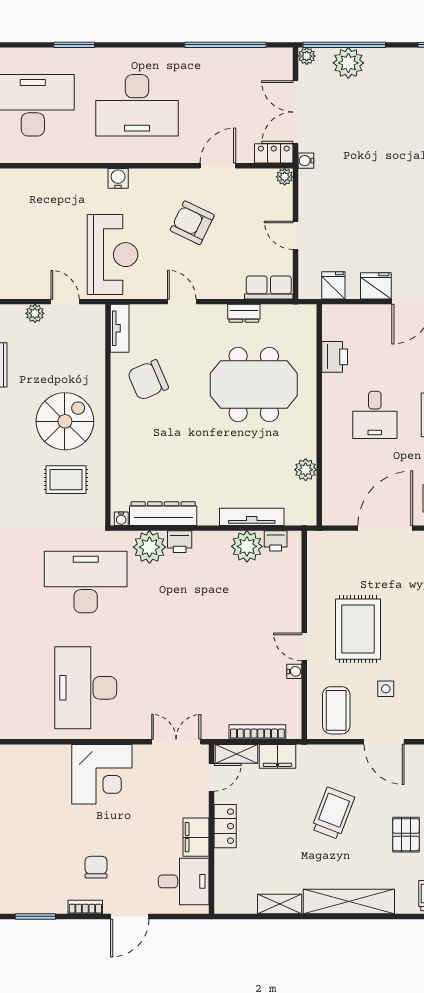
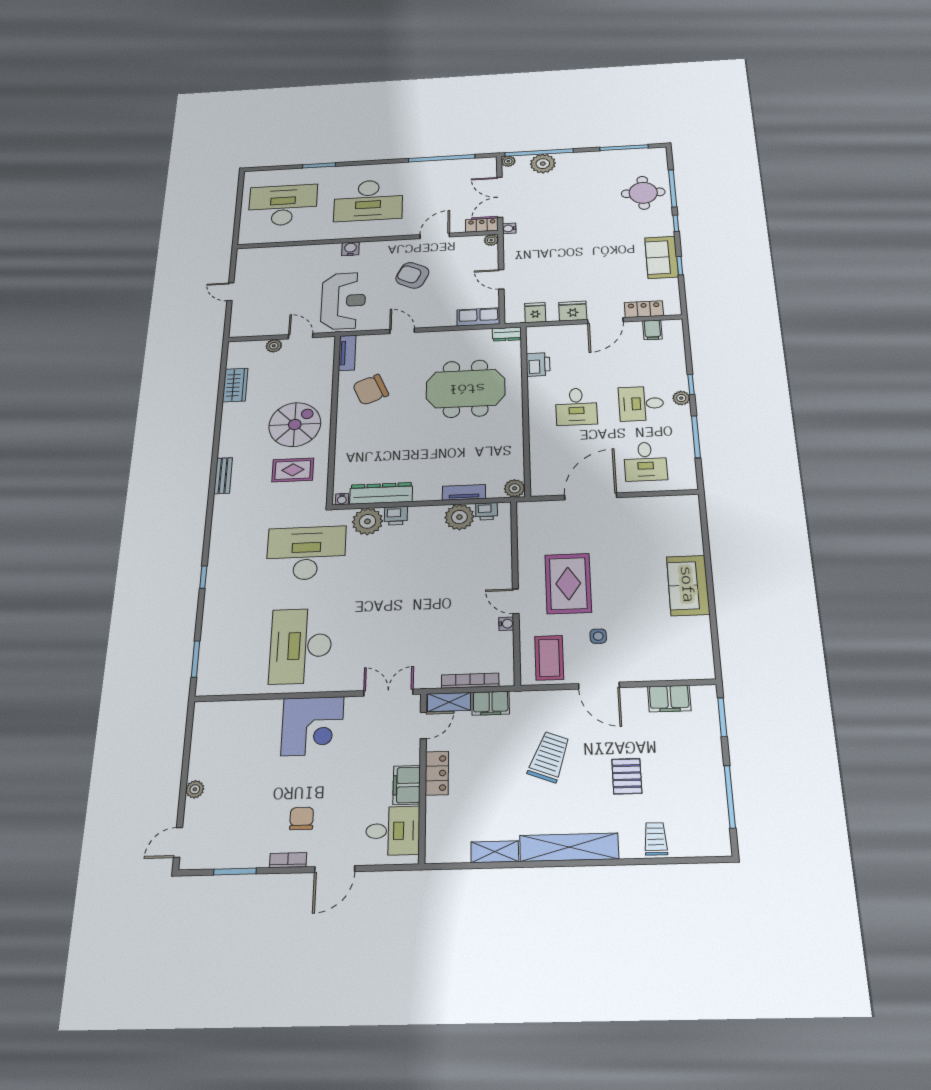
dresser: (244, 313) -> (507, 334), moved
plant: (306, 470) -> (515, 488), moved
tv unit: (252, 517) -> (464, 492), width x0.71

